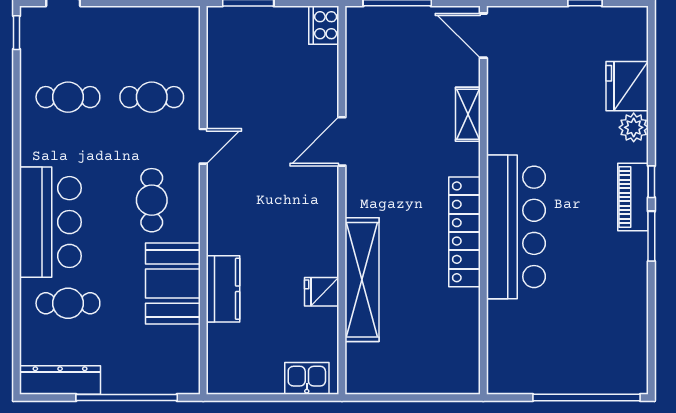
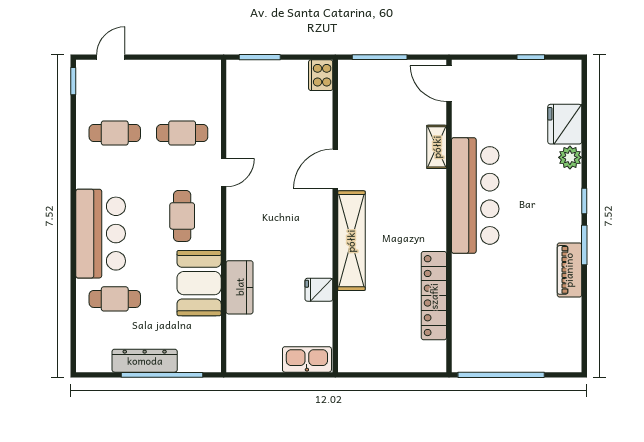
piano: (633, 197) -> (569, 270), moved
bar counter: (516, 227) -> (475, 195), moved
locker: (465, 232) -> (434, 296), moved
shelving: (362, 280) -> (351, 241), moved
kitchen sink: (307, 378) -> (307, 359), width x1.38
dresser: (60, 380) -> (145, 361), moved
window: (587, 398) -> (501, 375), moved

